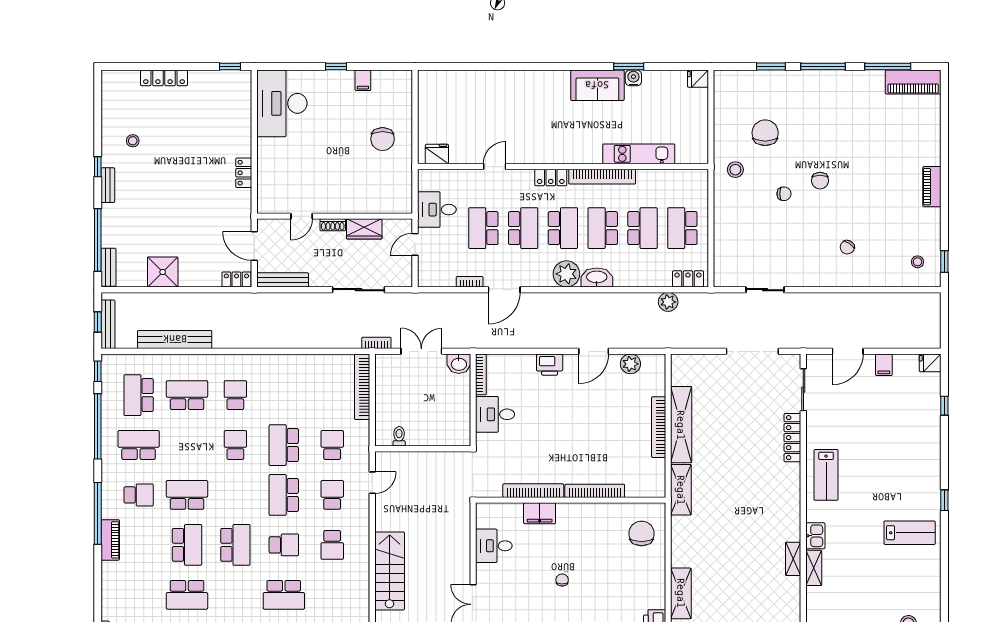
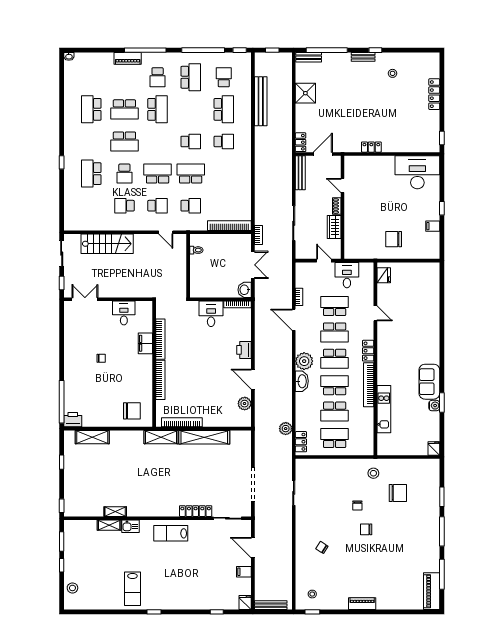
bench: (108, 324) -> (271, 605), moved
school desk: (139, 395) -> (224, 77), width x0.54
bookcase: (659, 427) -> (182, 422), moved

